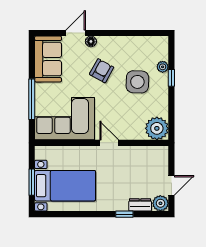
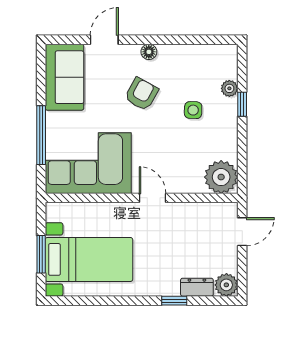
floor lamp: (91, 41) -> (149, 52), moved
side table: (137, 82) -> (193, 110), width x0.54, depth x0.54
door: (171, 185) -> (242, 232), moved

